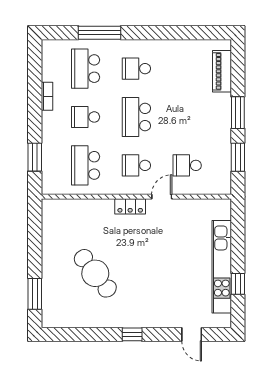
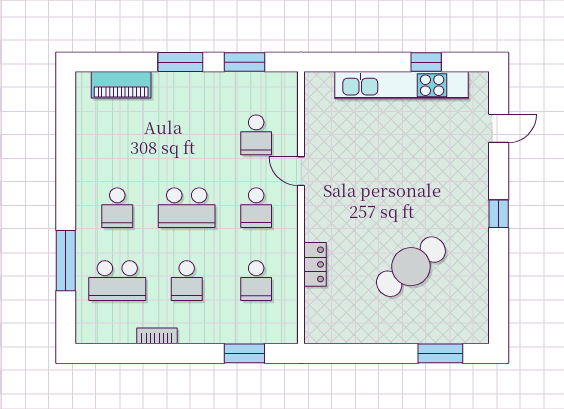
school desk: (86, 165) -> (256, 281), width x0.54
locker: (130, 206) -> (315, 264), moved

